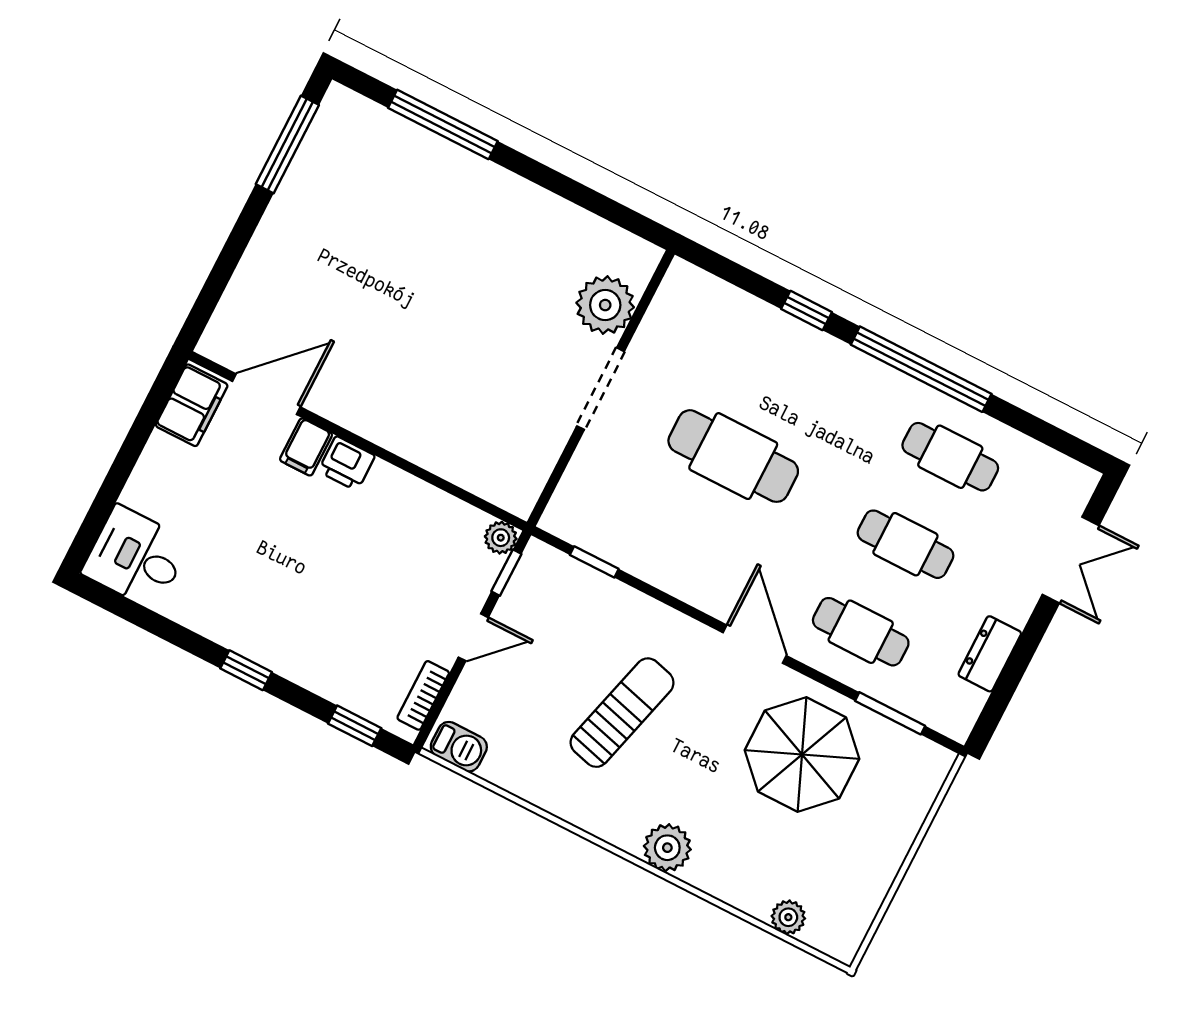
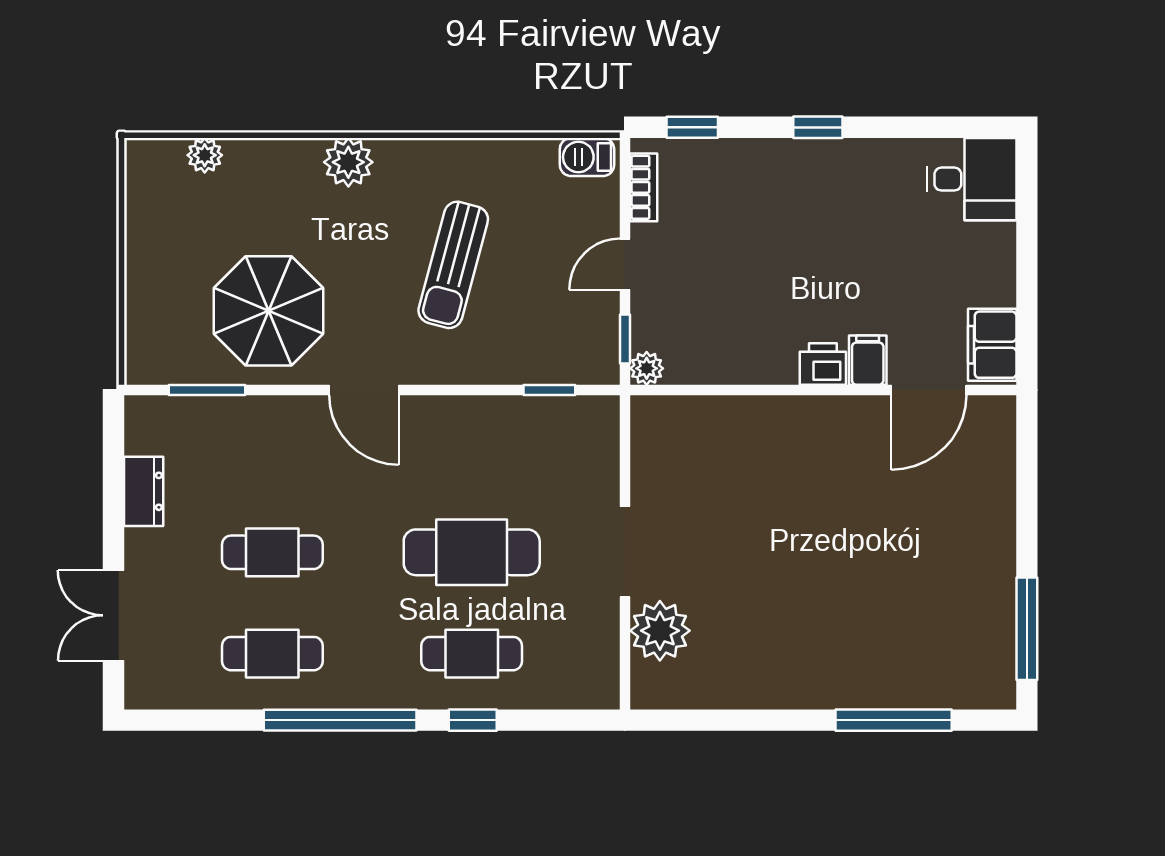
cafe table: (861, 632) -> (472, 654), moved

